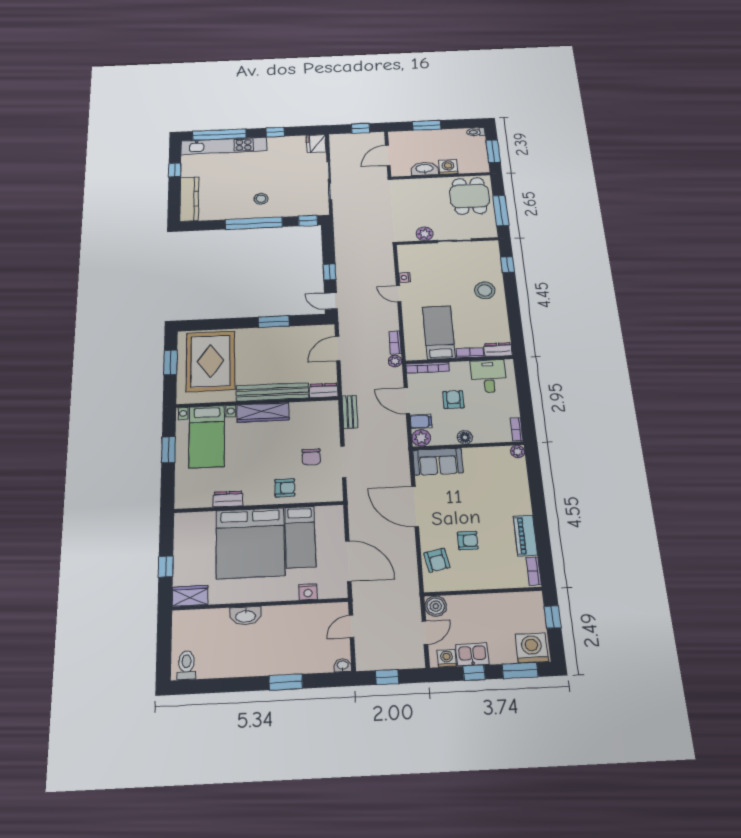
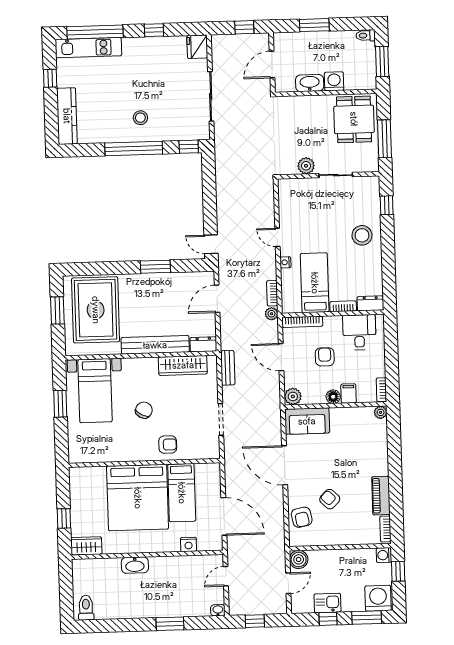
kitchen unit: (224, 146) -> (88, 48), width x0.73
window: (329, 272) -> (210, 210), removed
nightstand: (405, 277) -> (285, 262), moved
wardrobe: (263, 412) -> (183, 365), moved
filing cabinet: (421, 421) -> (349, 394), moved, turned -90
chair: (311, 457) -> (144, 410), moved, turned -151
dresser: (228, 499) -> (117, 454), removed
armchair: (468, 540) -> (330, 499), turned -136
washing machine: (447, 658) -> (384, 555), moved, turned -90

